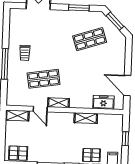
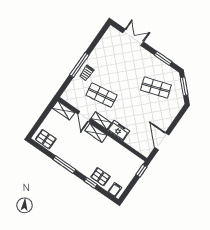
trolley: (25, 53) -> (87, 73), moved
freezer: (103, 102) -> (119, 131), moved
shelving: (86, 118) -> (96, 133), moved
window: (125, 139) -> (141, 171), moved

